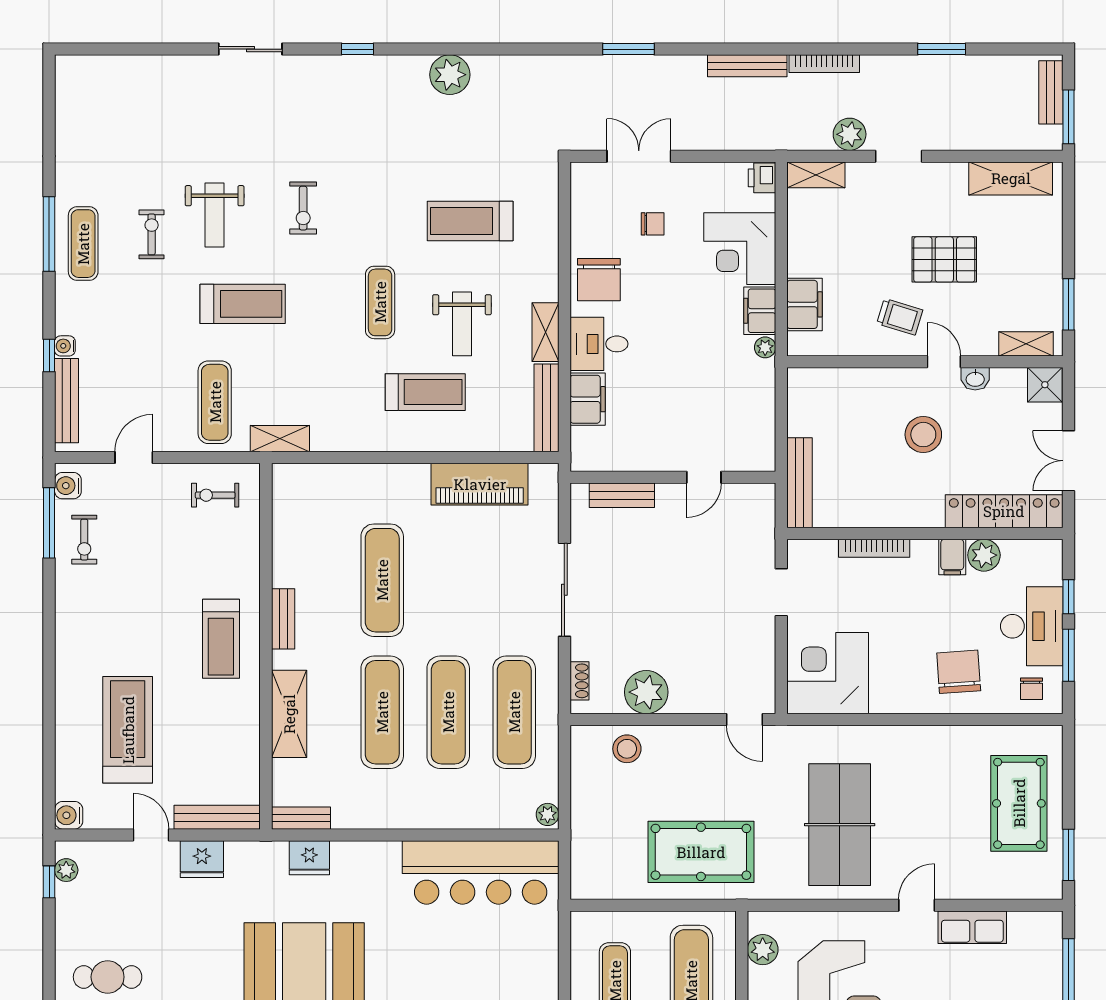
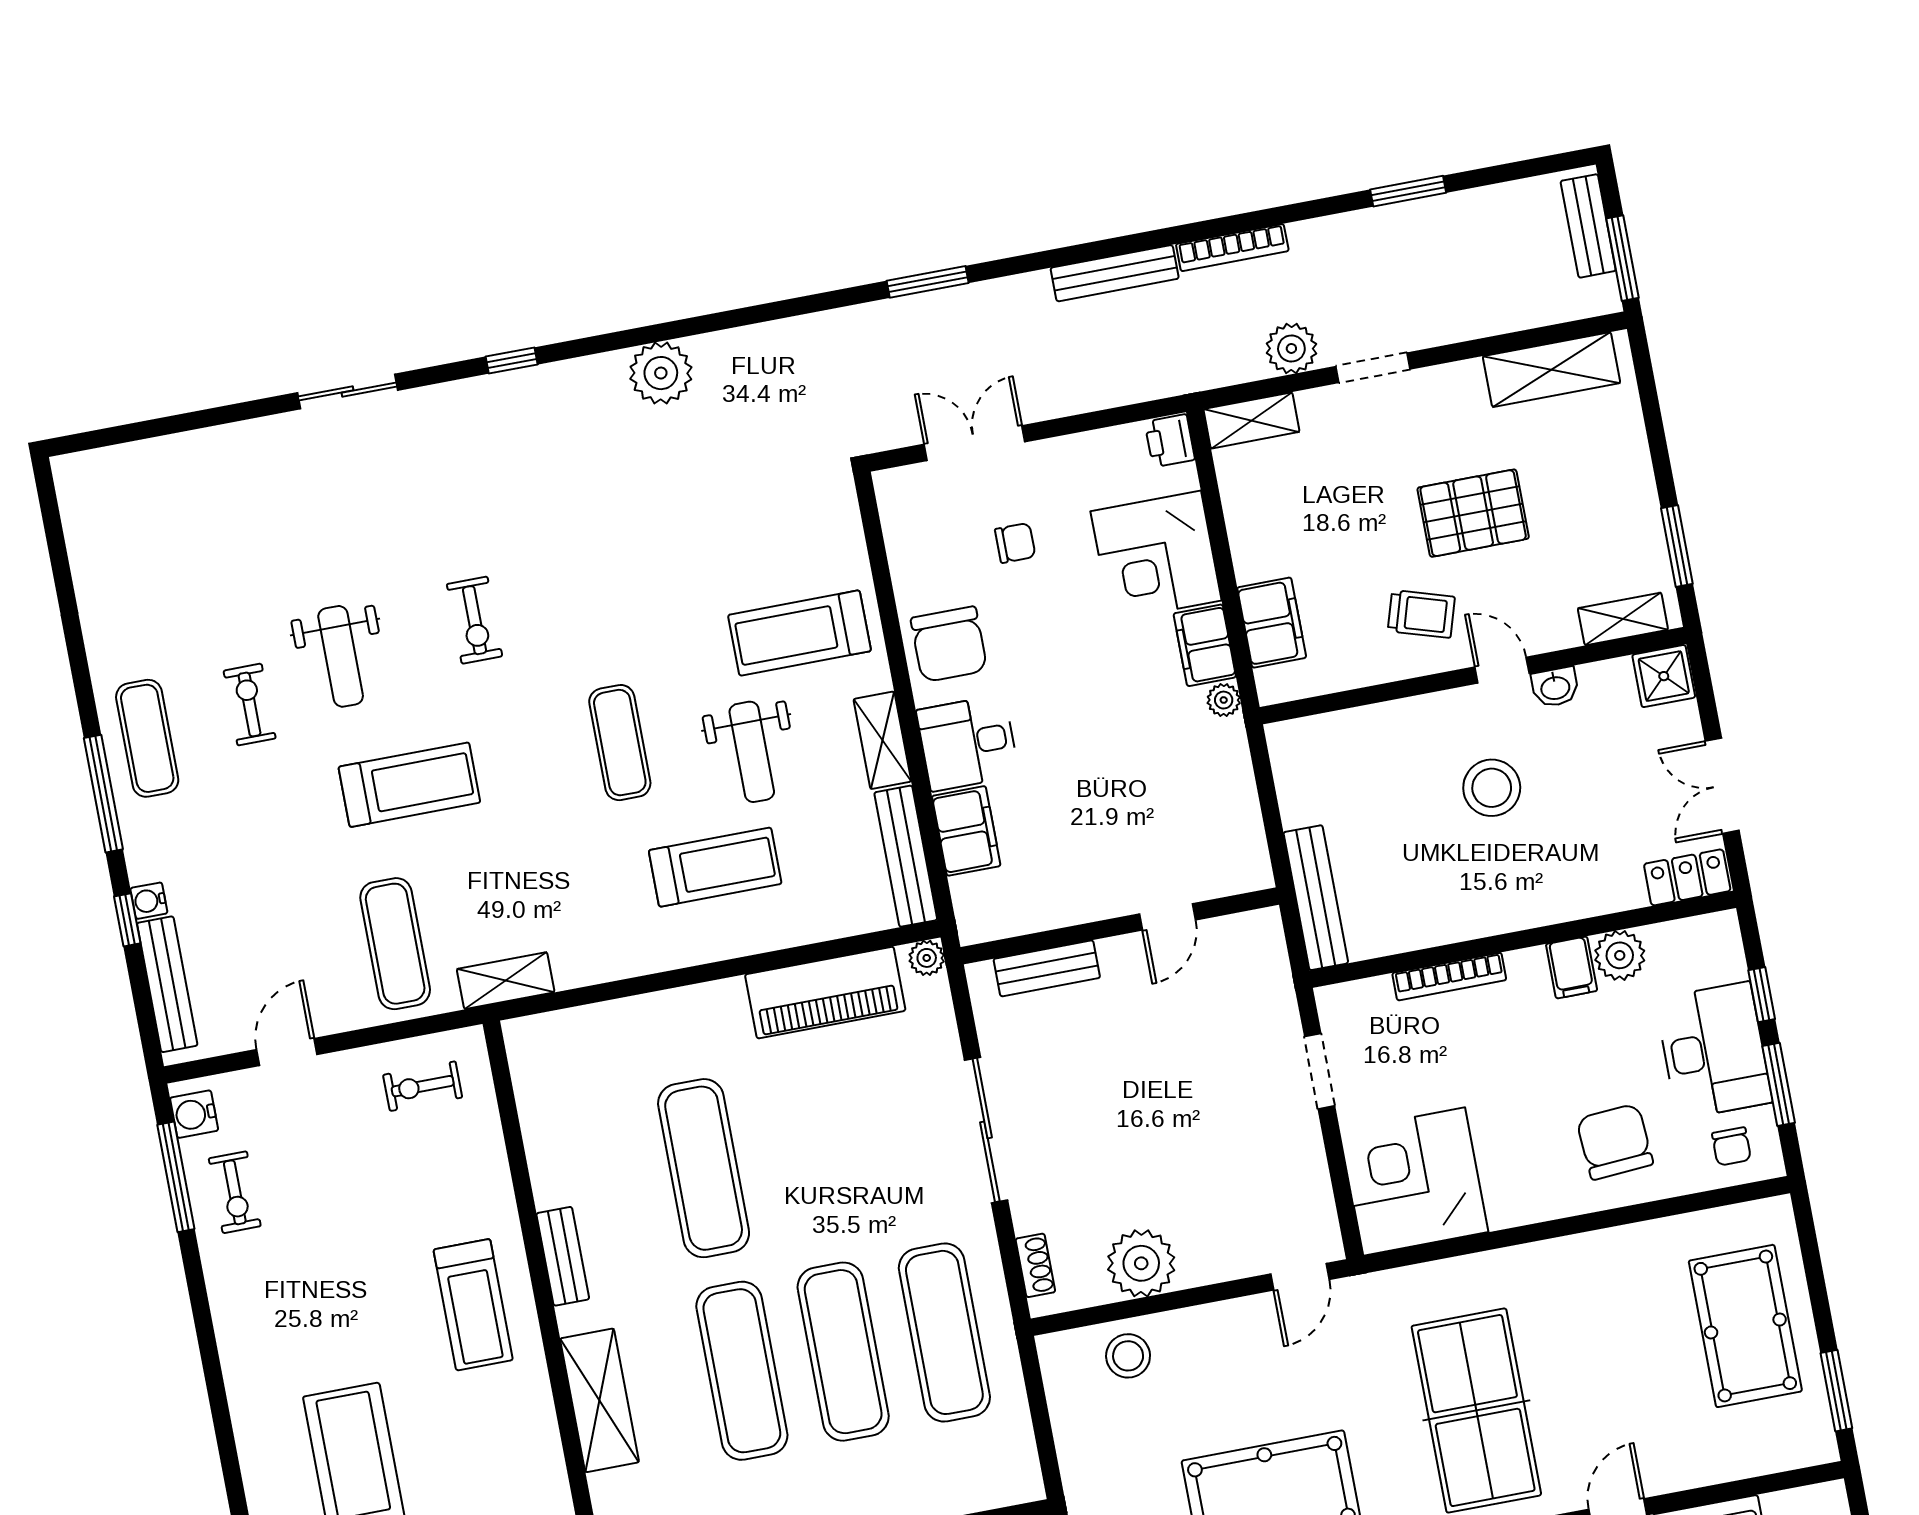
treadmill: (470, 221) -> (799, 633), moved
window: (49, 234) -> (103, 794), moved
locker: (1004, 511) -> (1687, 877), width x0.46, depth x0.83
door: (744, 719) -> (1300, 1277), hinge flipped
plant: (548, 814) -> (927, 958), moved

